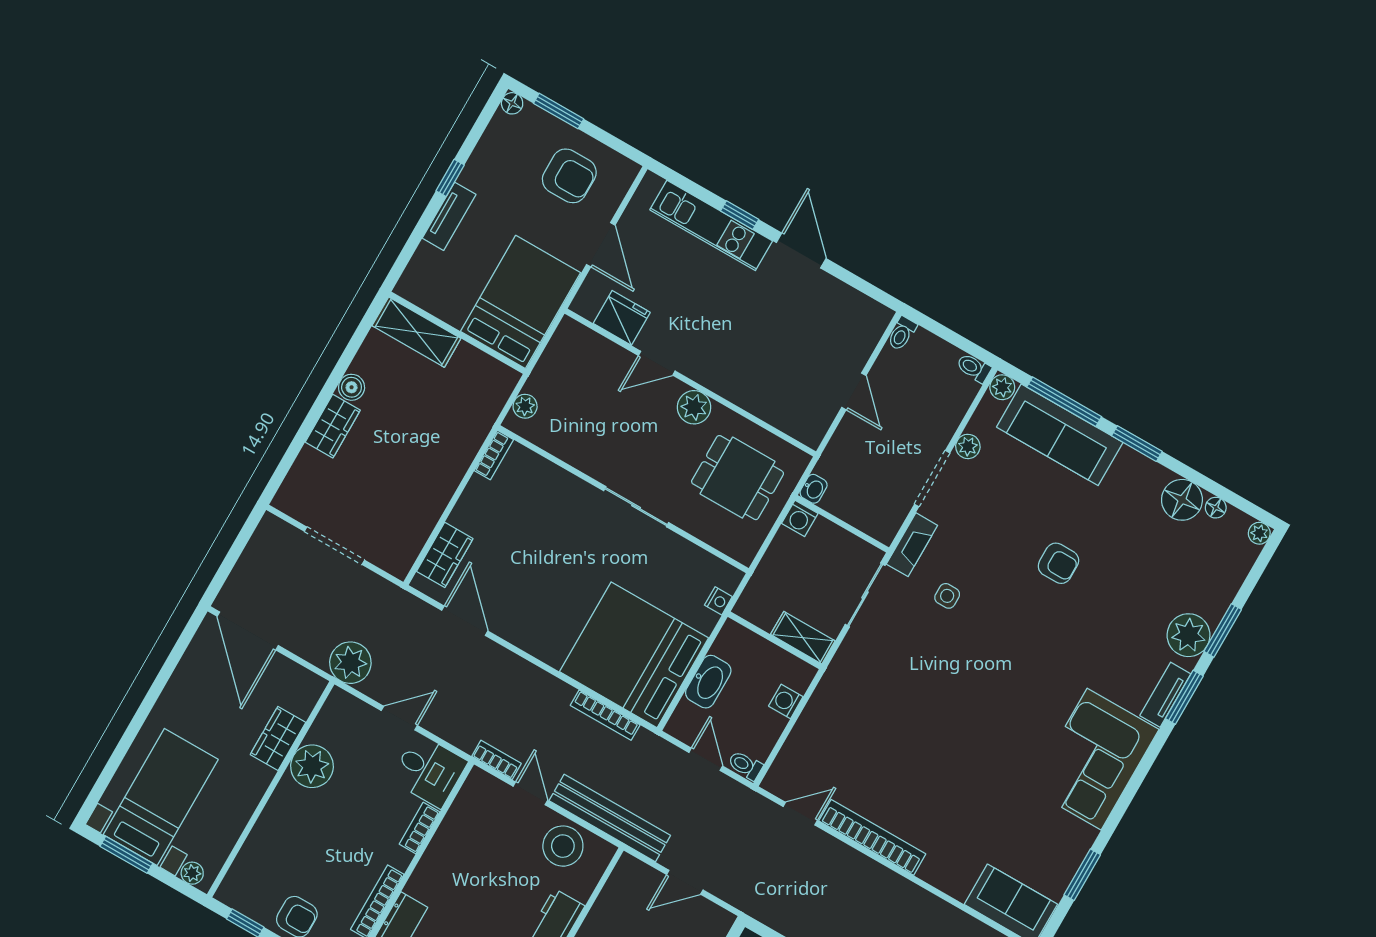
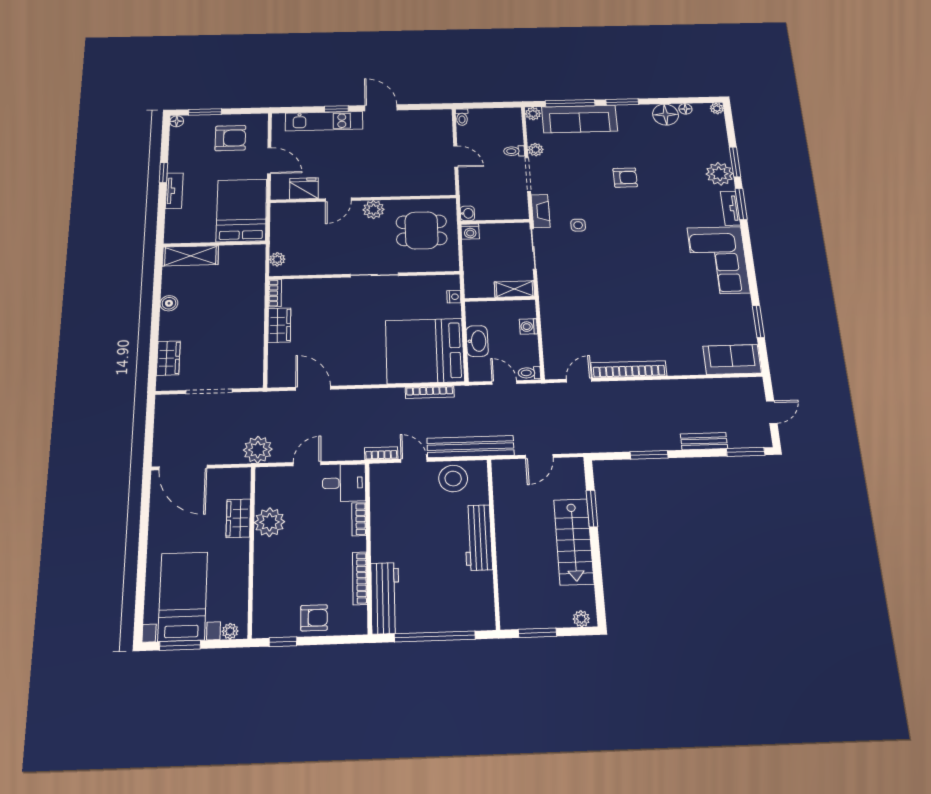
toilet: (974, 368) -> (514, 151), moved
wardrobe: (333, 426) -> (168, 358), moved
wardrobe: (445, 555) -> (279, 325), moved

